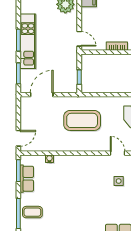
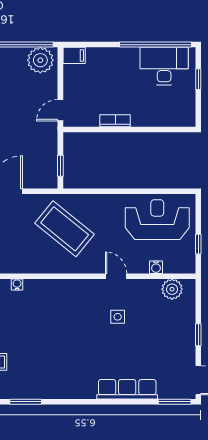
door: (79, 39) -> (60, 110), swing flipped
coffee table: (82, 120) -> (65, 229), turned 39

